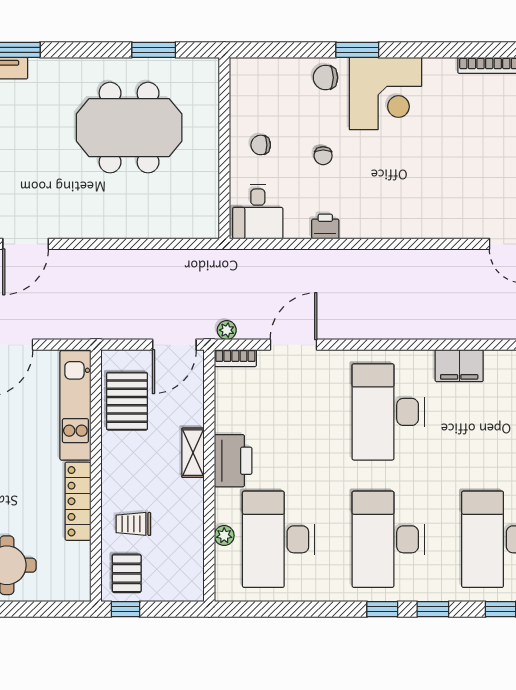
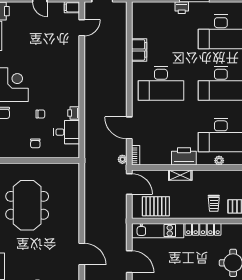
desk: (258, 212) -> (67, 132), moved

